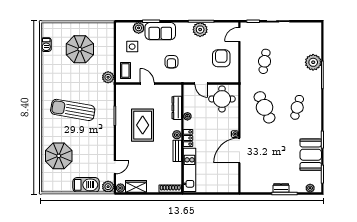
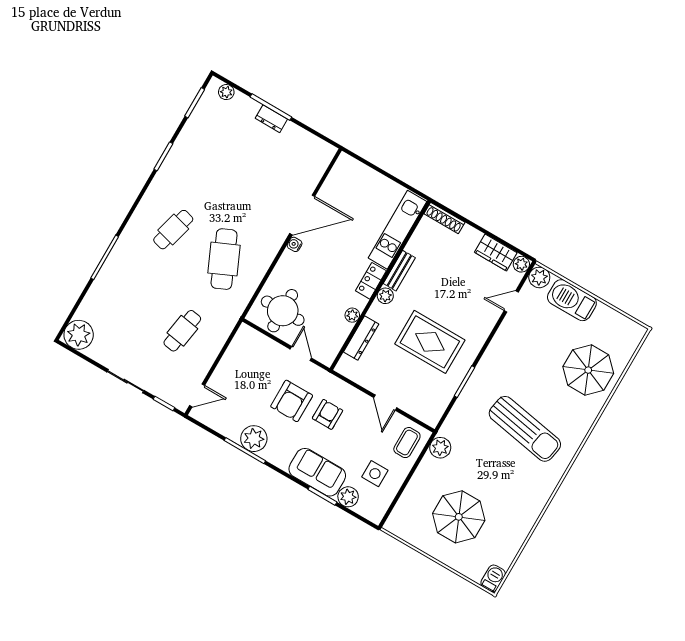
barbecue: (46, 45) -> (493, 578), moved
armchair: (221, 58) -> (292, 401), moved
plant: (313, 62) -> (79, 335), moved
rug: (143, 125) -> (430, 342), turned 90
booth: (311, 155) -> (195, 144), removed

